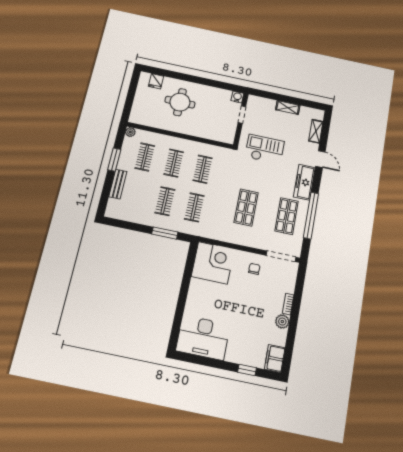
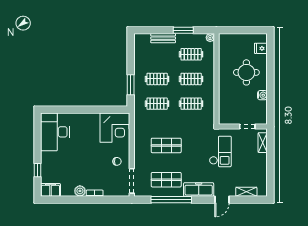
water cooler: (237, 97) -> (262, 95), moved
shelving: (288, 108) -> (263, 143), moved

